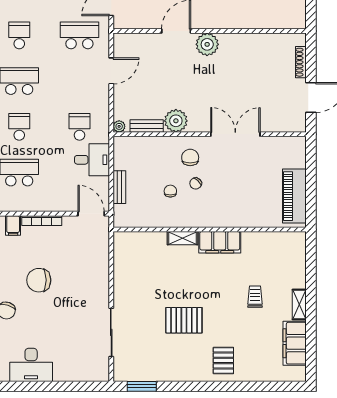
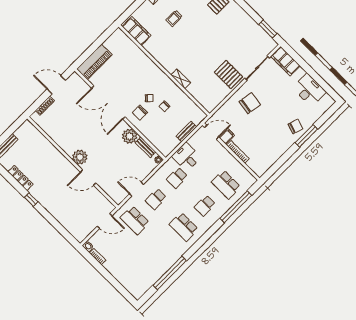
school desk: (19, 35) -> (156, 199), moved
double door: (235, 134) -> (108, 103), width x1.36
piano: (294, 196) -> (94, 62), moved
door: (91, 214) -> (212, 132), swing flipped
filing cabinet: (13, 225) -> (227, 136), moved
filing cabinet: (220, 242) -> (136, 31), moved
chair: (39, 280) -> (250, 103), moved, turned -81
pallet: (184, 320) -> (228, 74), moved
filing cabinet: (88, 371) -> (285, 61), added

